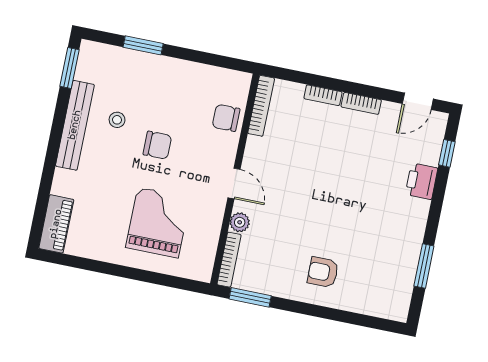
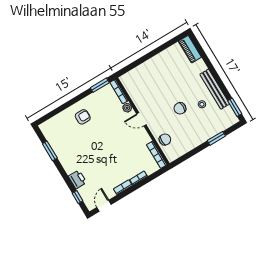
grand piano: (158, 223) -> (155, 82), removed

